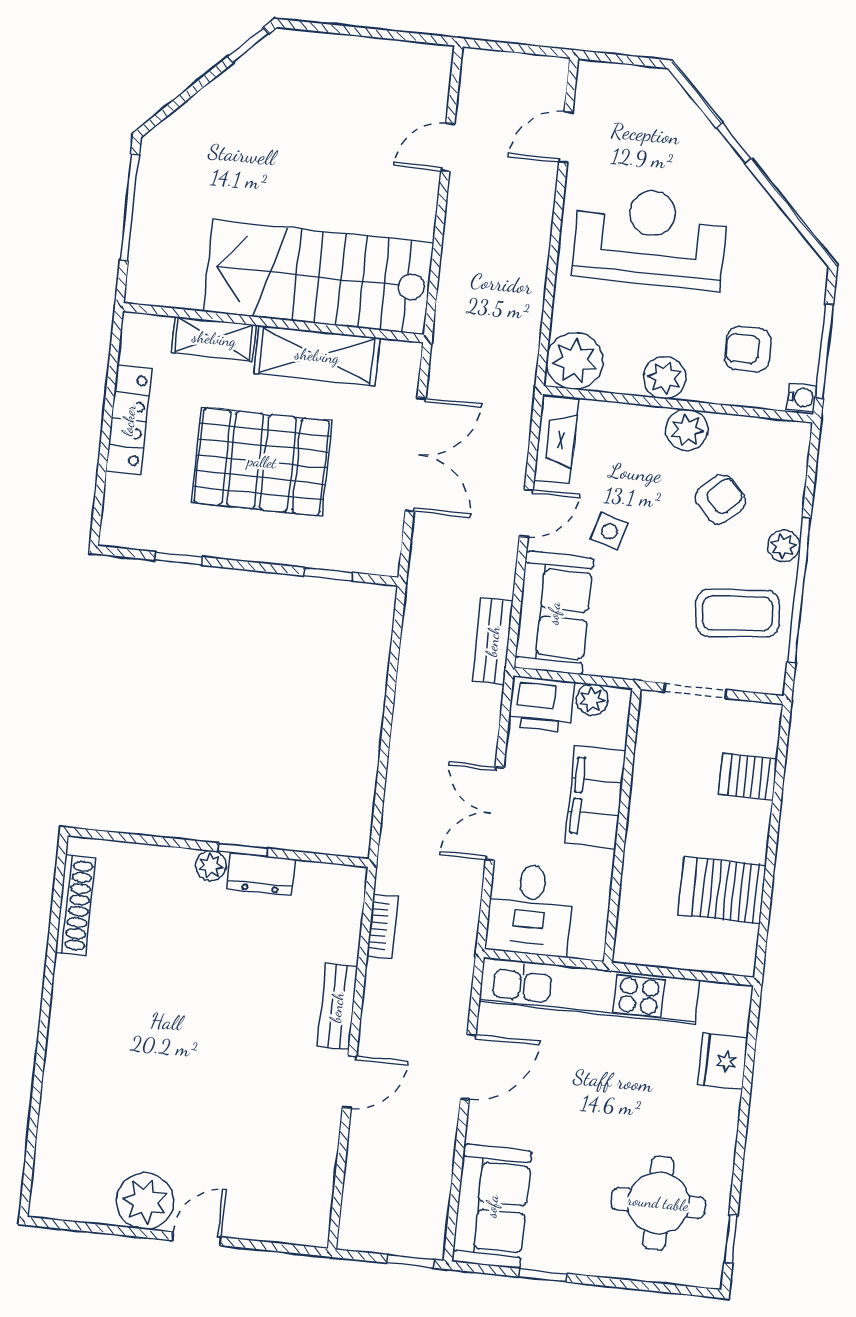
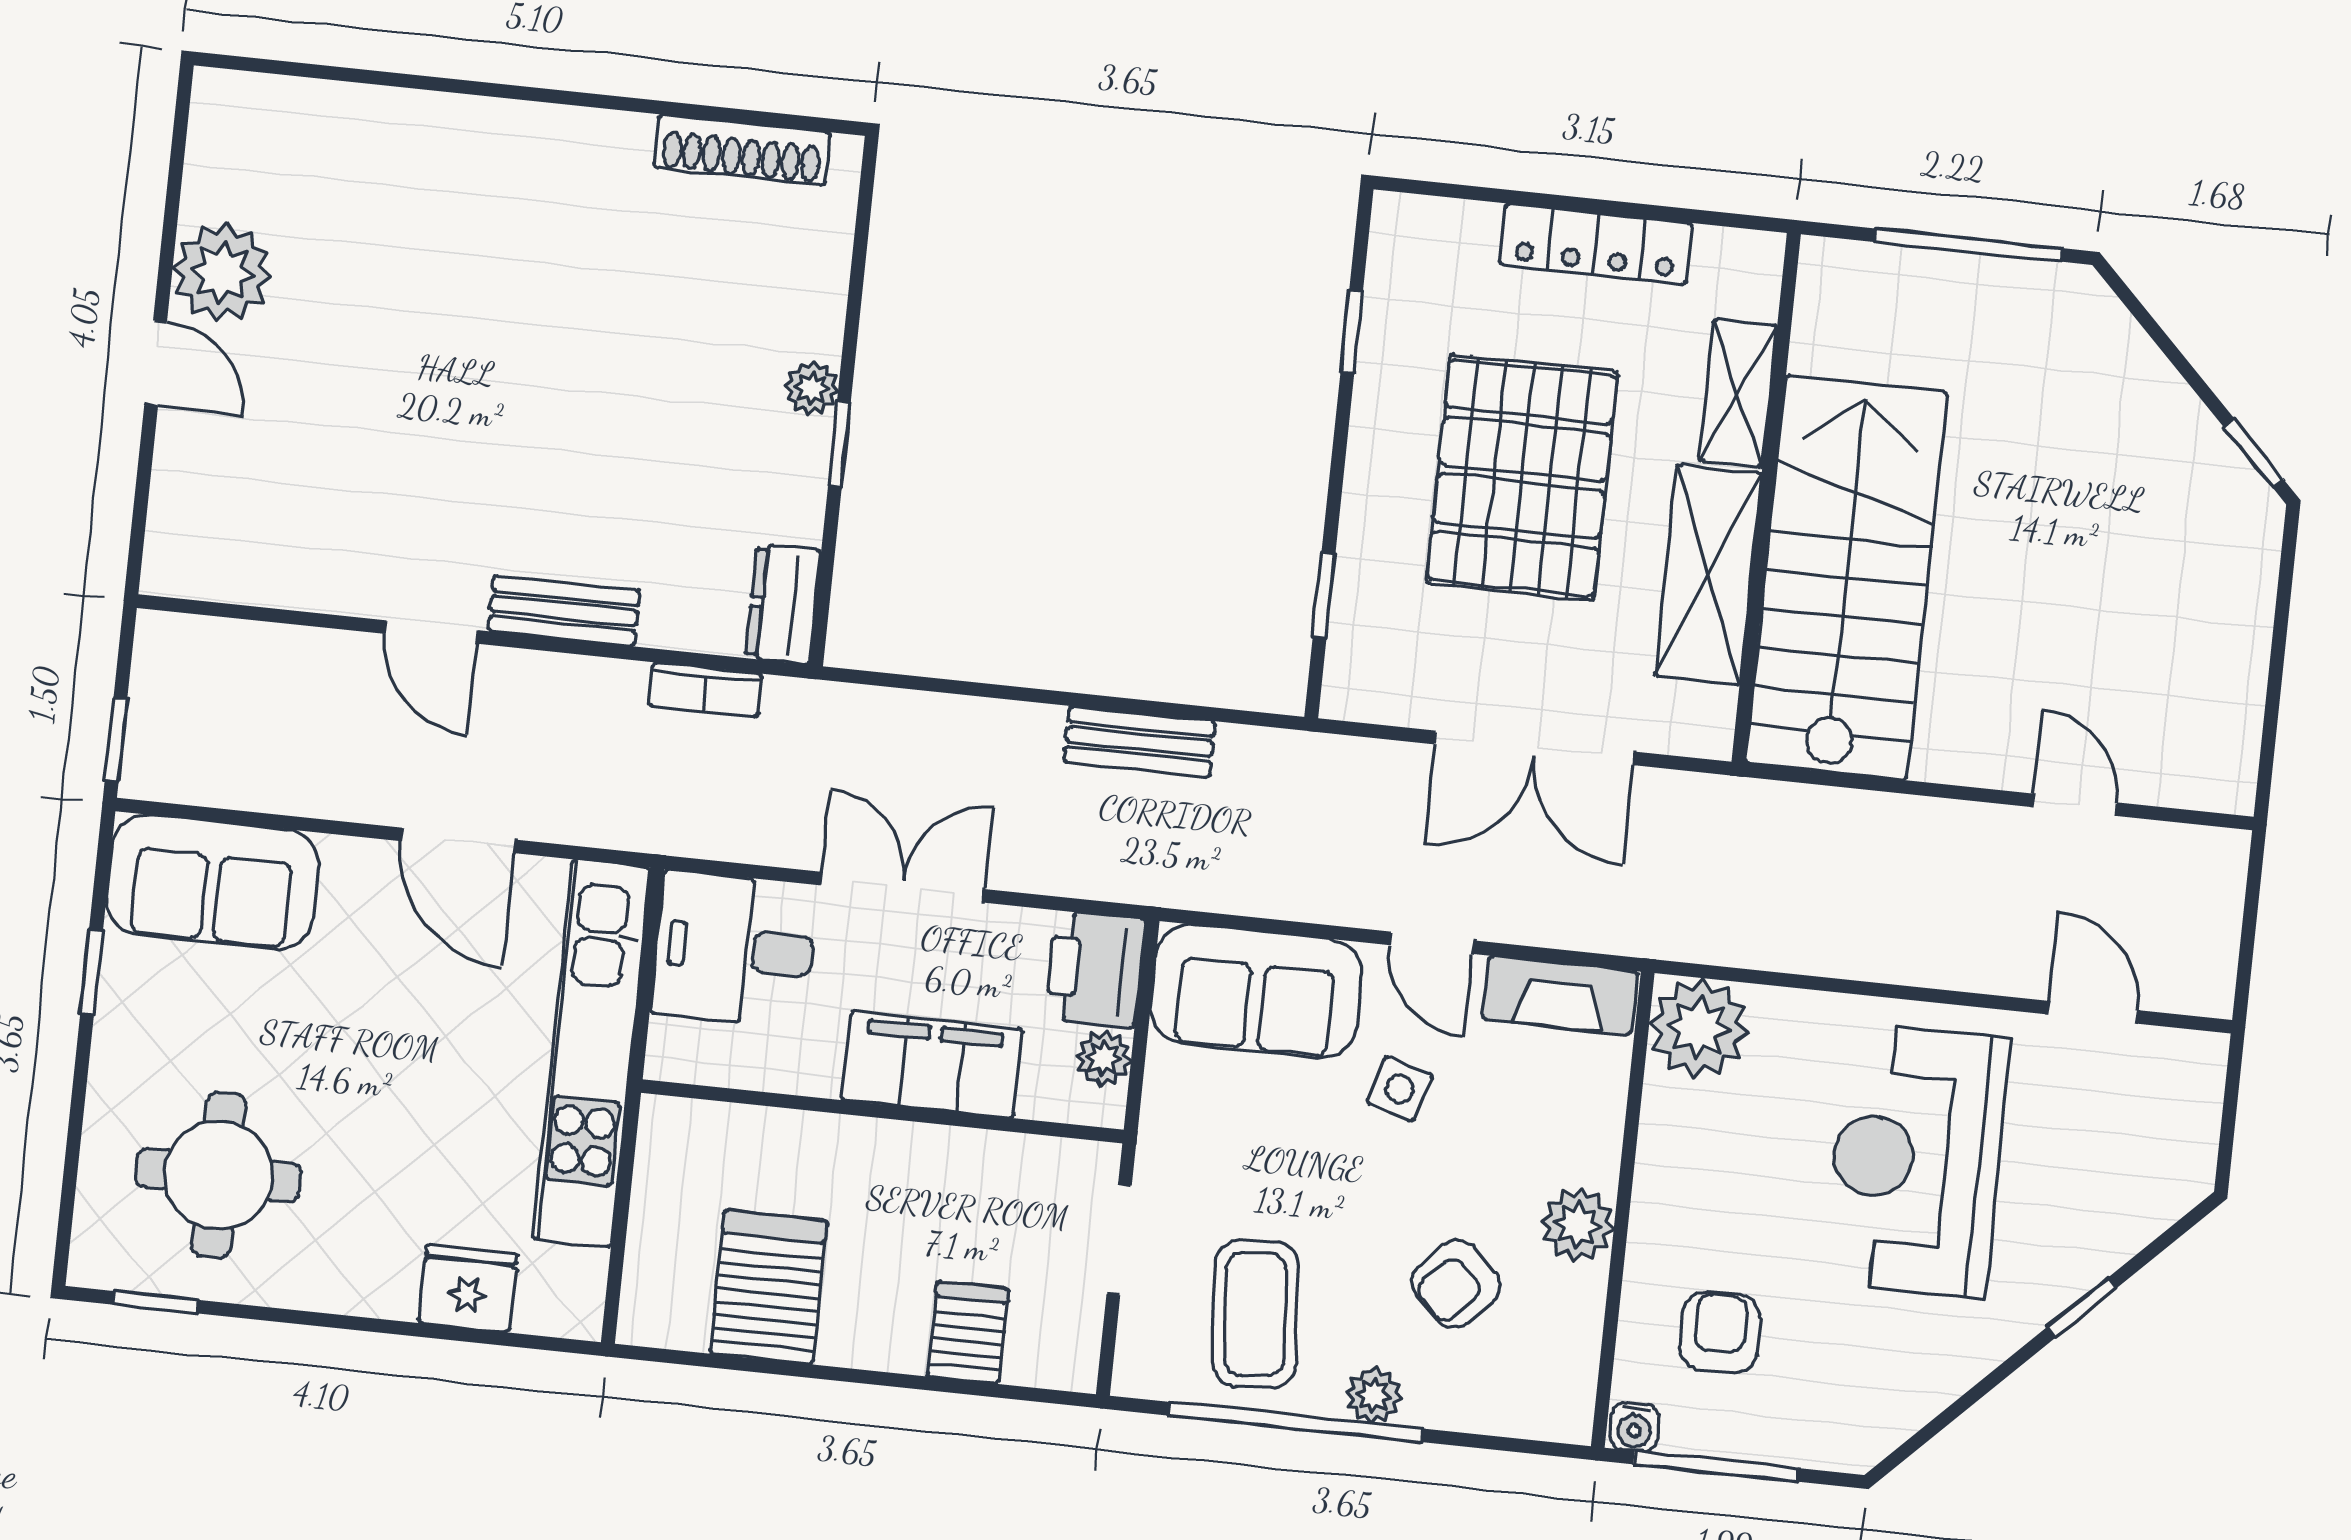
reception desk: (650, 237) -> (1916, 1161), turned 180
plant: (665, 378) -> (1670, 1186), removed
armchair: (720, 499) -> (1456, 1284), turned 87
bench: (493, 641) -> (1139, 742), moved
dresser: (261, 874) -> (783, 604), moved

